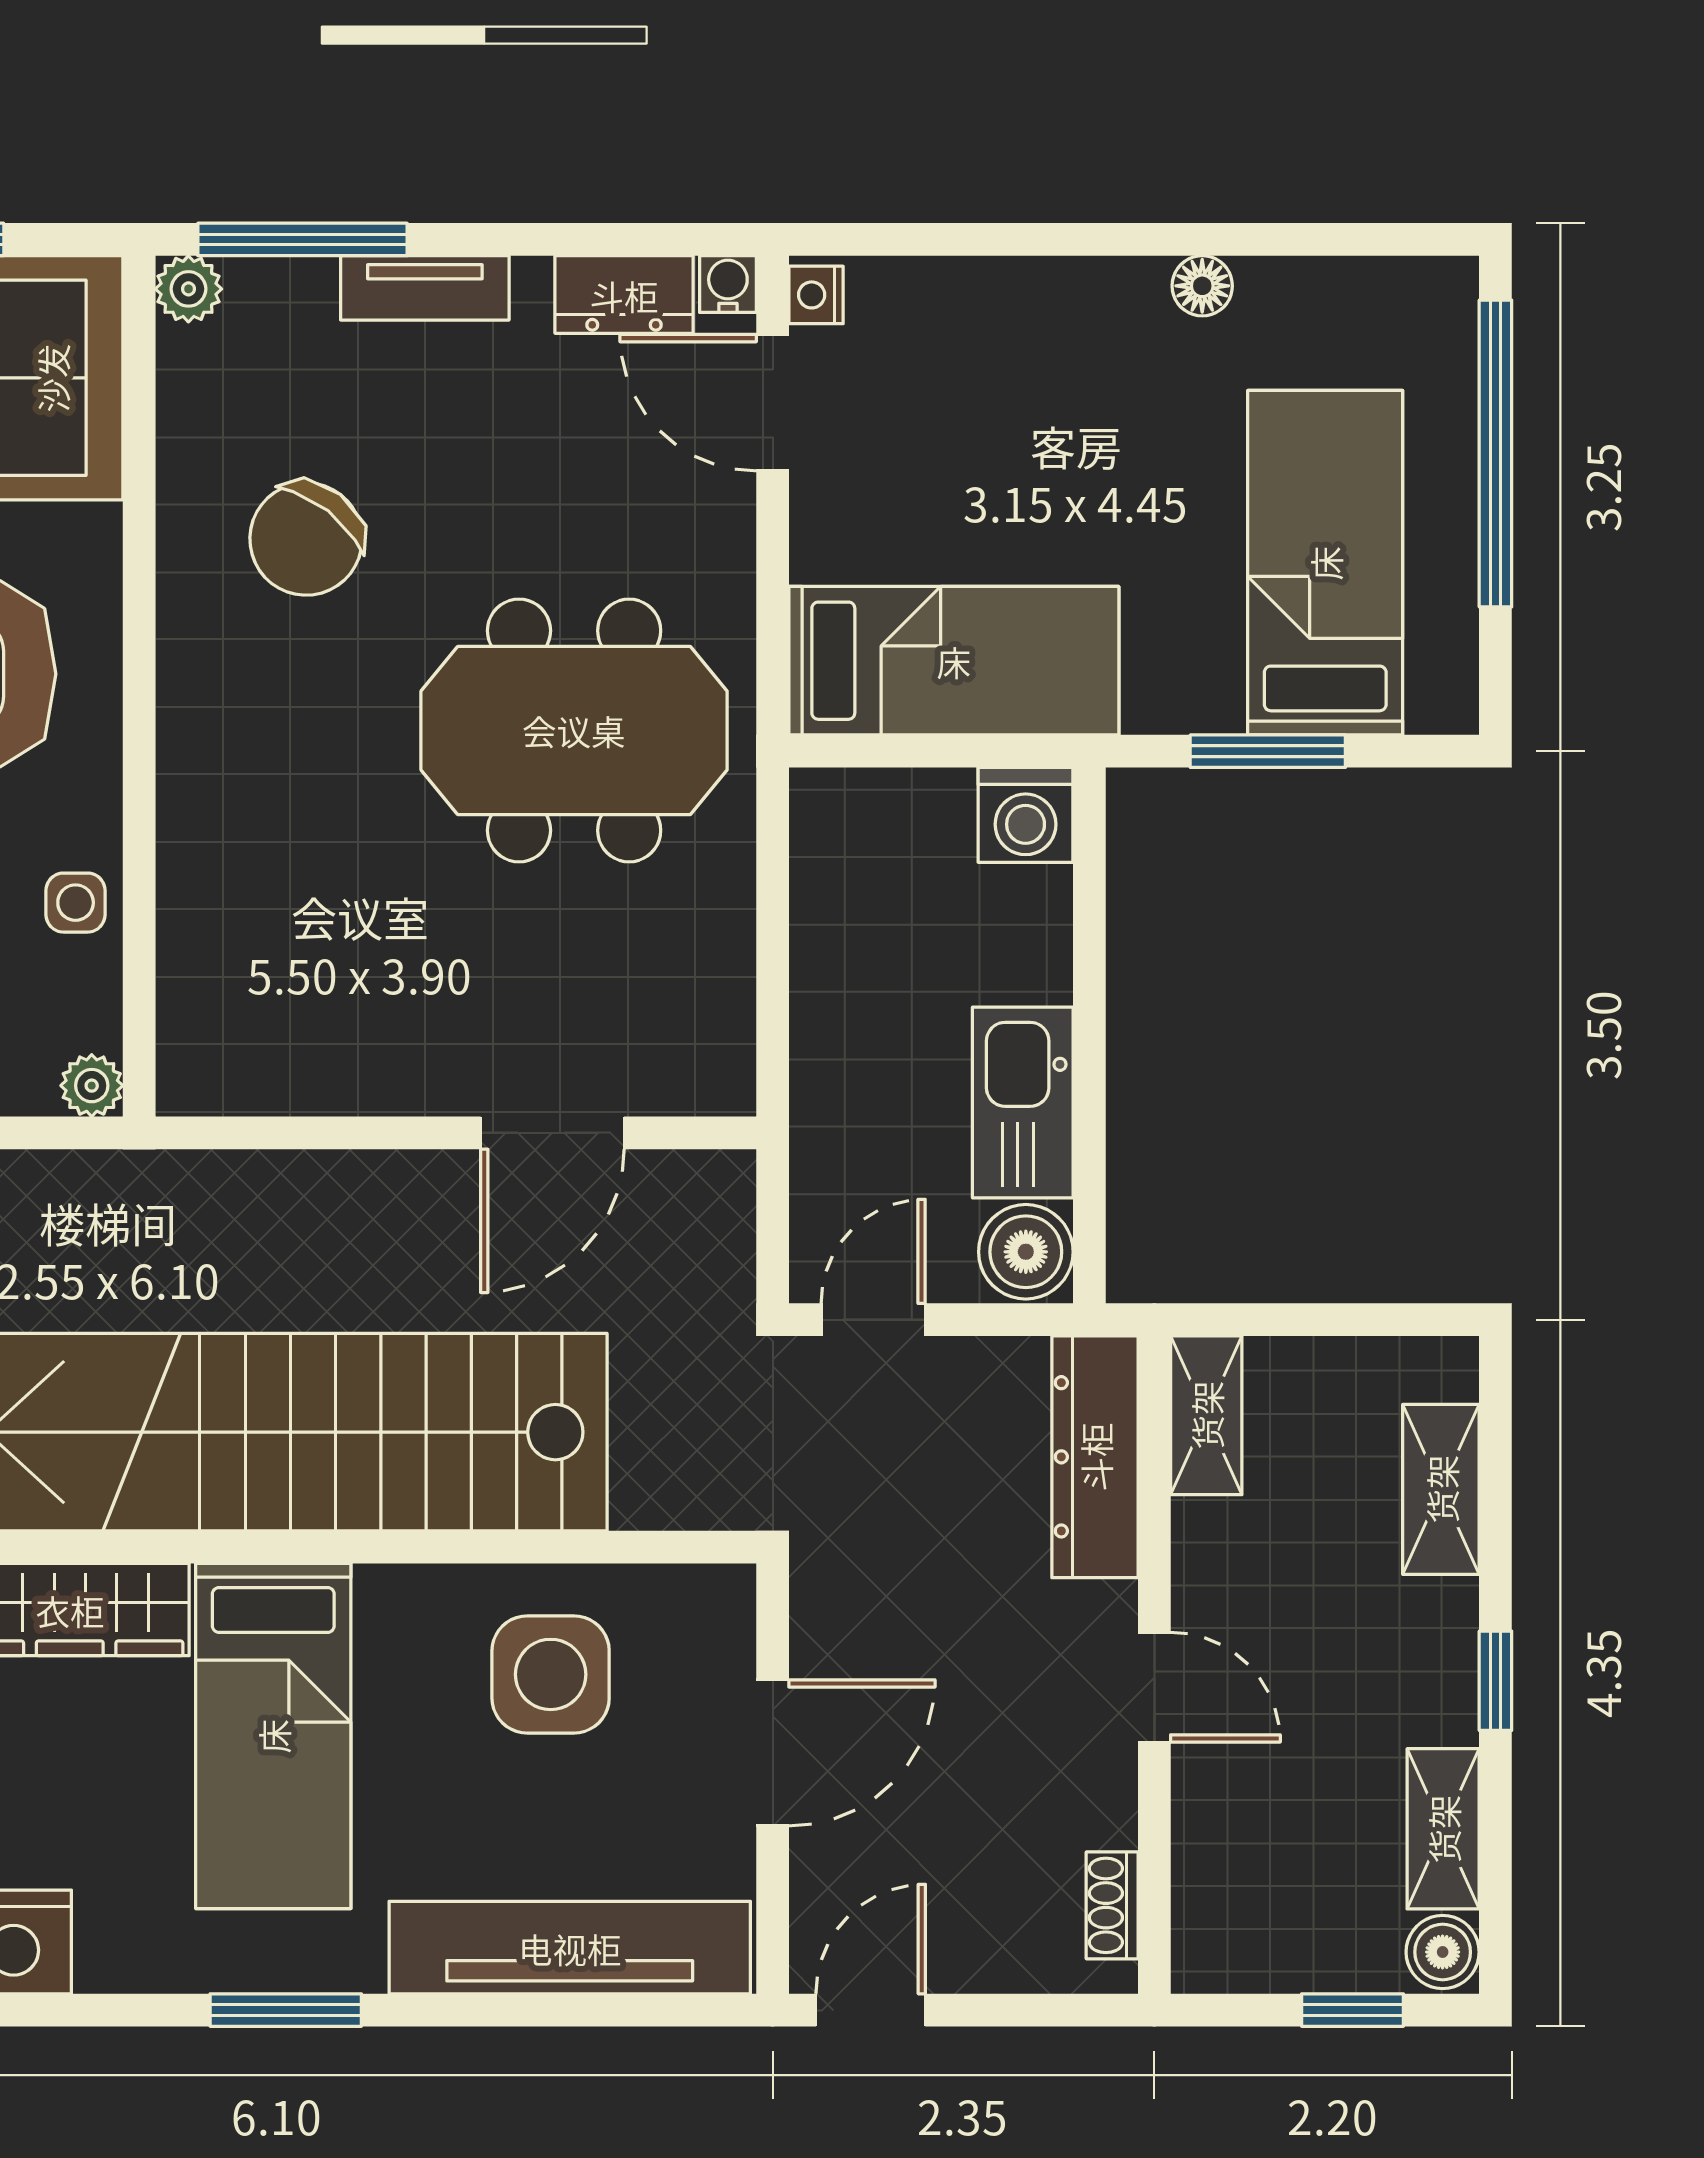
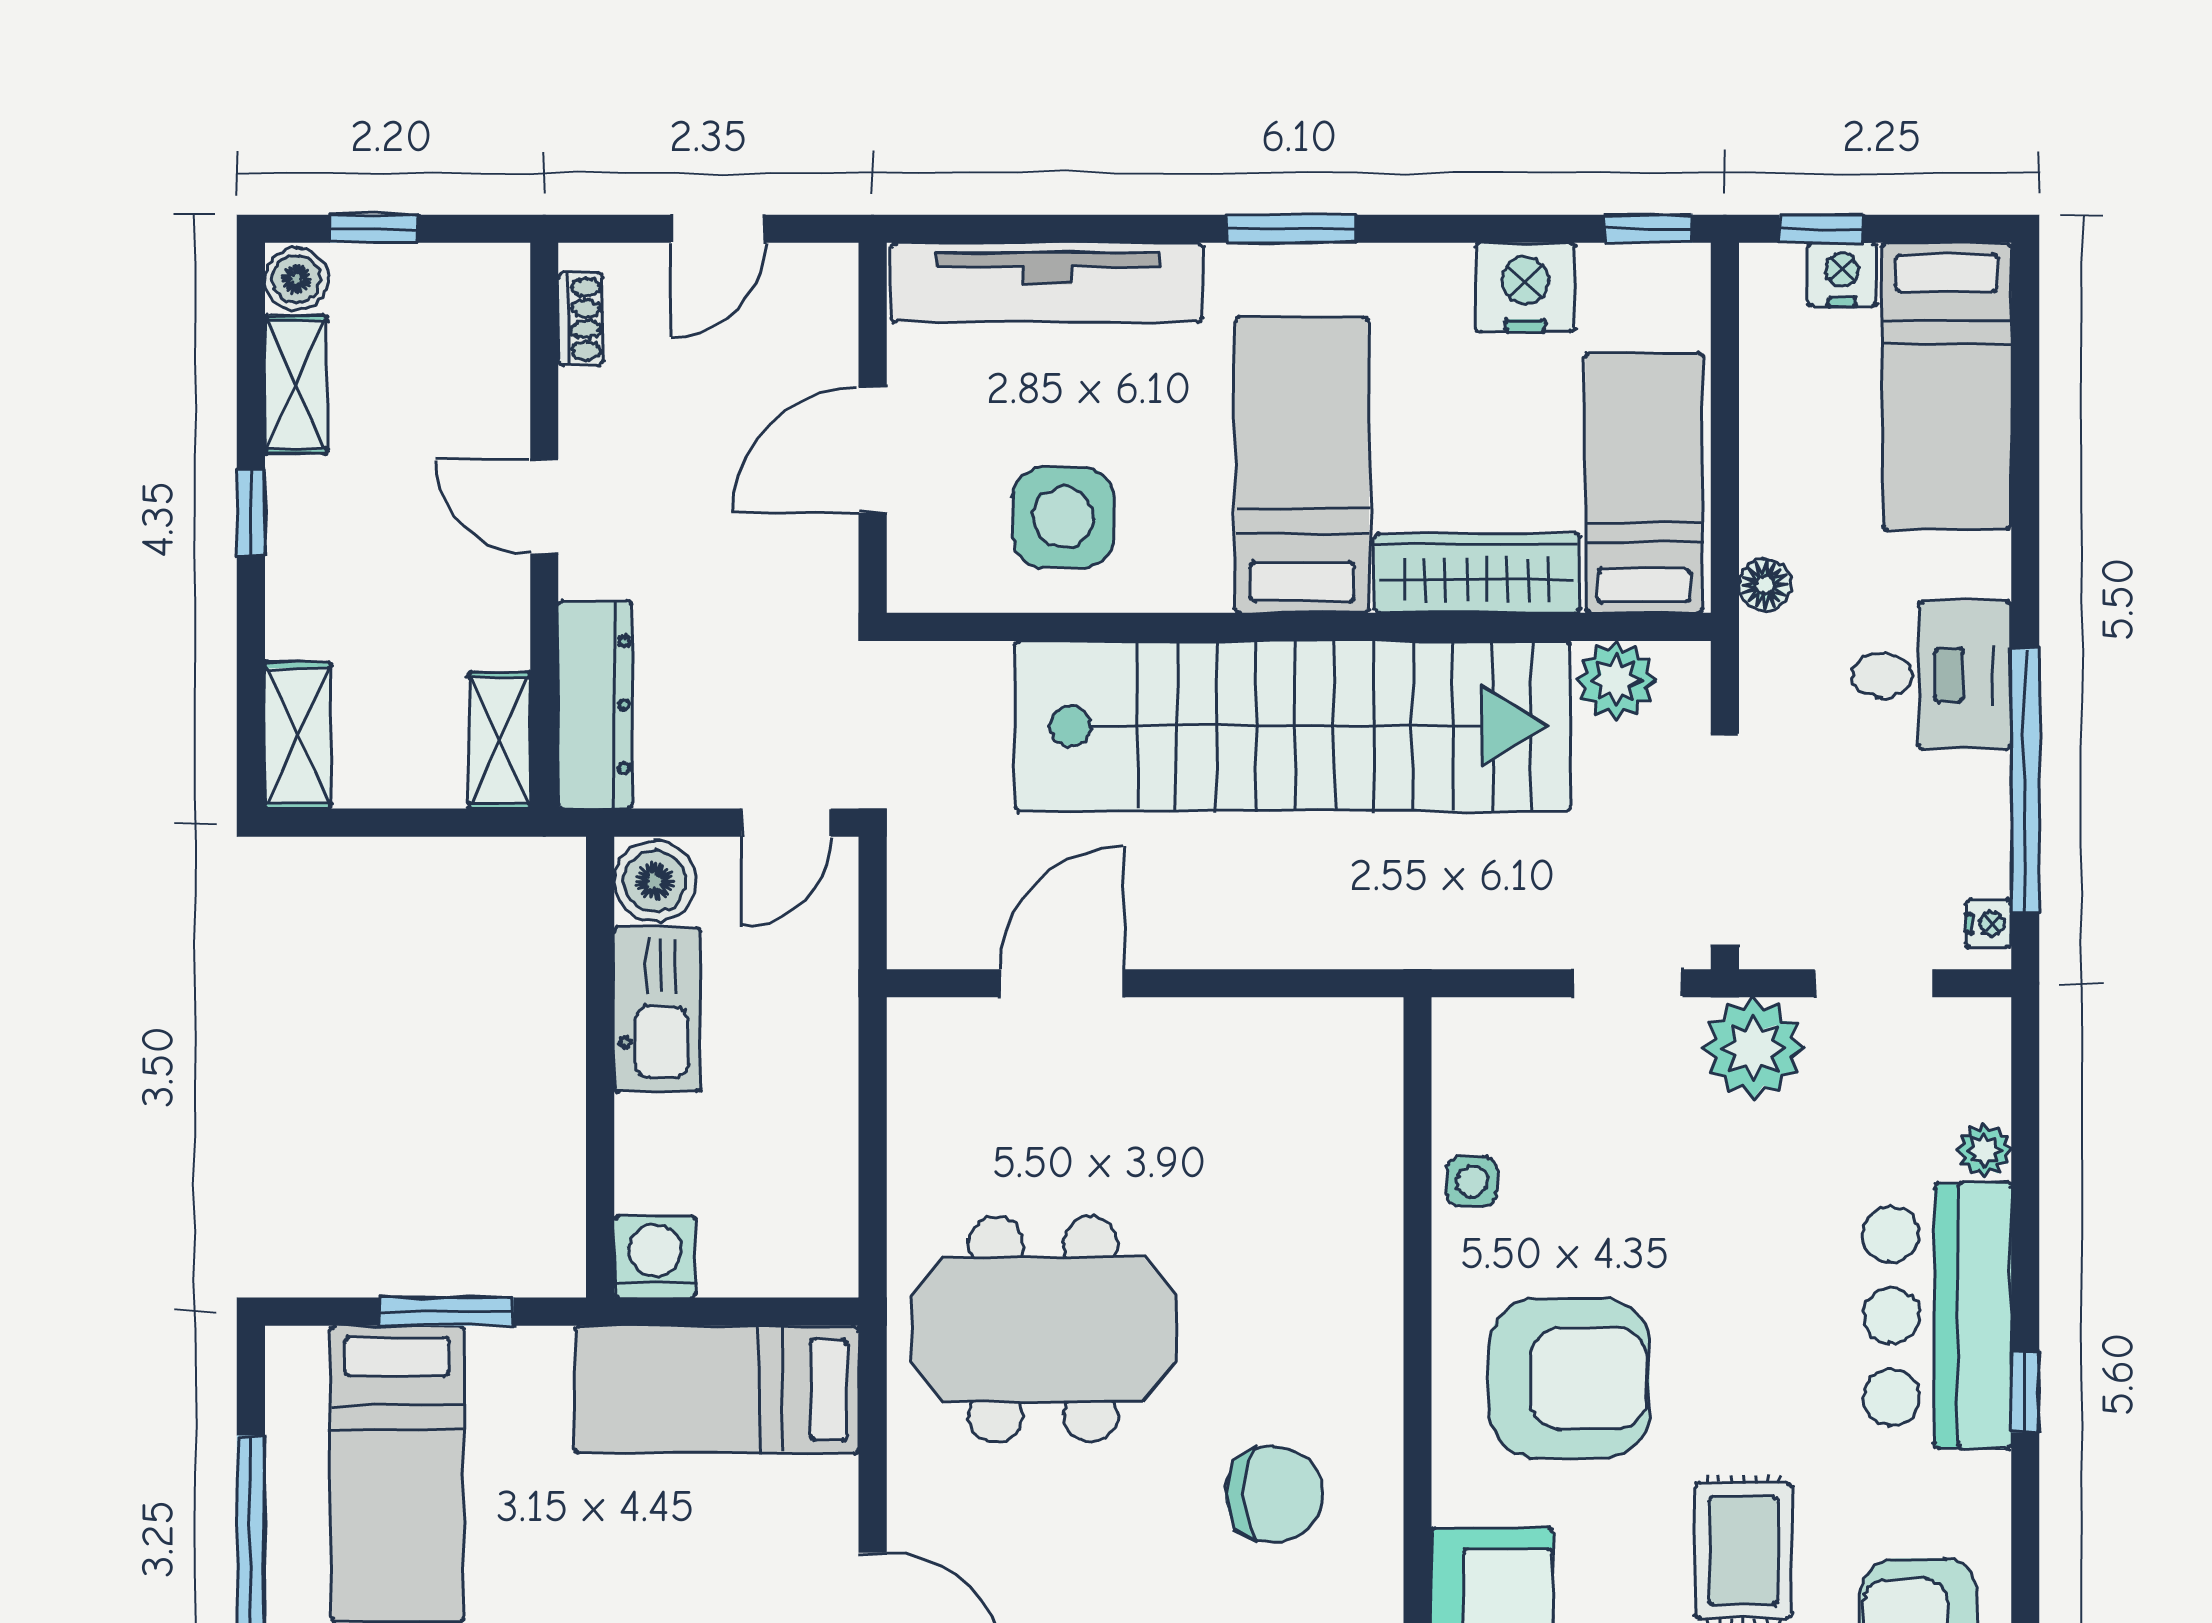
chair: (306, 539) -> (1274, 1494), turned 52
plant: (92, 1086) -> (1458, 1024), removed
shelving: (1441, 1489) -> (298, 735), moved
door: (871, 2010) -> (718, 229), moved

